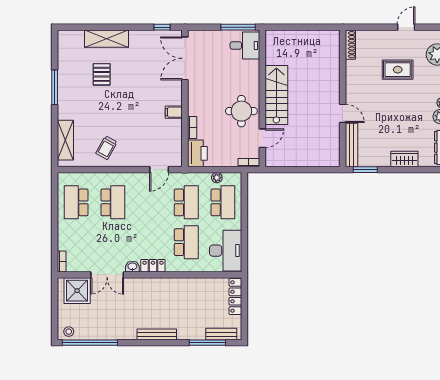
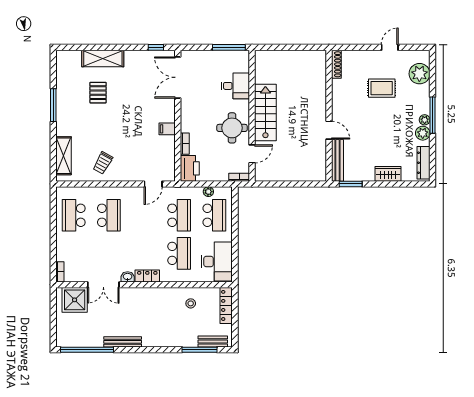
desk: (245, 45) -> (235, 86), moved
stool: (69, 332) -> (191, 303), moved
bench: (157, 334) -> (123, 342), moved

